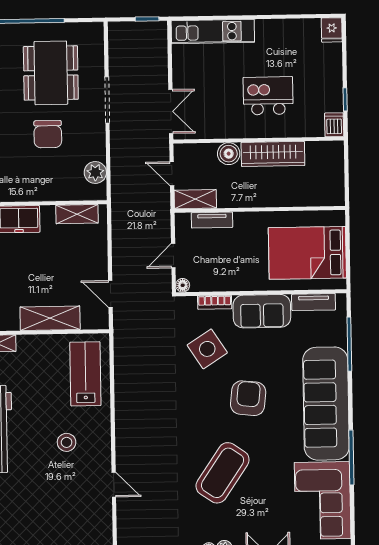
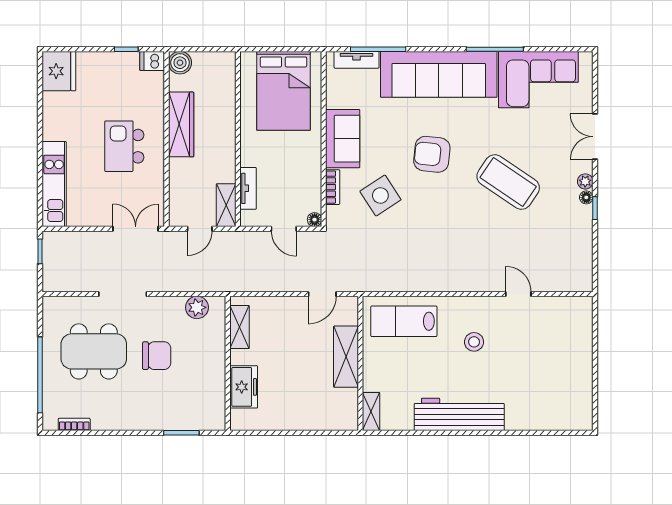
fridge: (332, 30) -> (59, 71), width x1.88, depth x1.34
kitchen island: (268, 96) -> (124, 146), moved
boiler: (229, 154) -> (180, 63), moved
tv unit: (314, 302) -> (357, 60), moved, turned 90
door: (114, 485) -> (518, 294), hinge flipped

